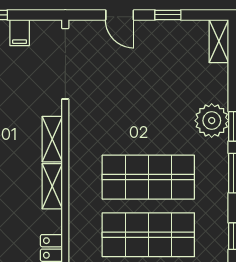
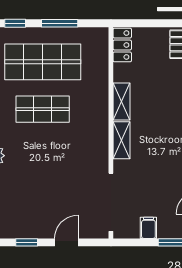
door: (120, 15) -> (66, 242), hinge flipped
shop shelf: (148, 177) -> (43, 109), width x0.70, depth x0.74

